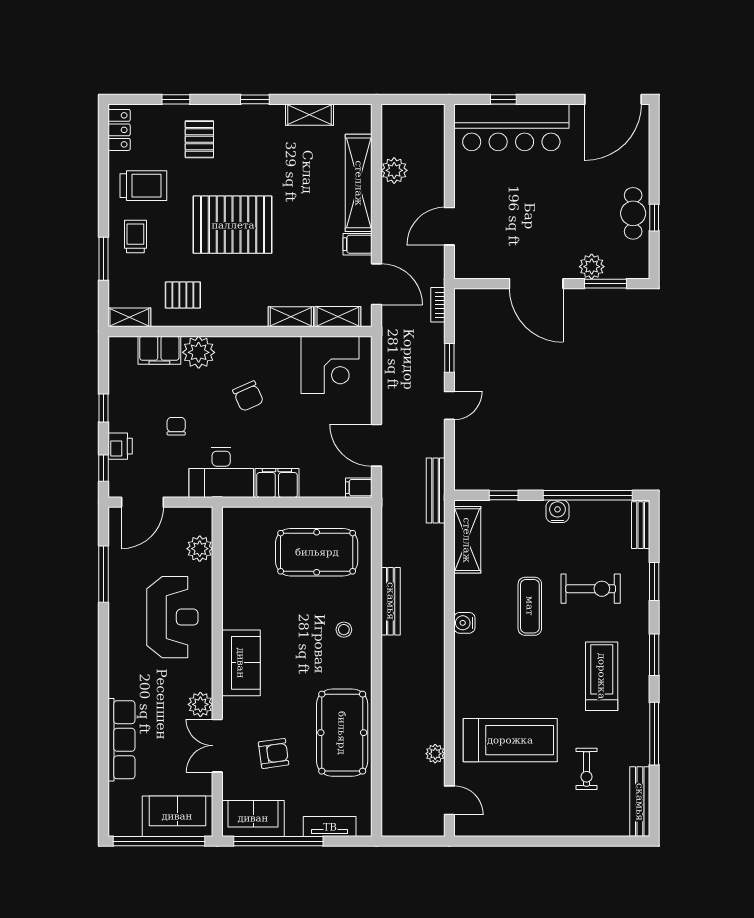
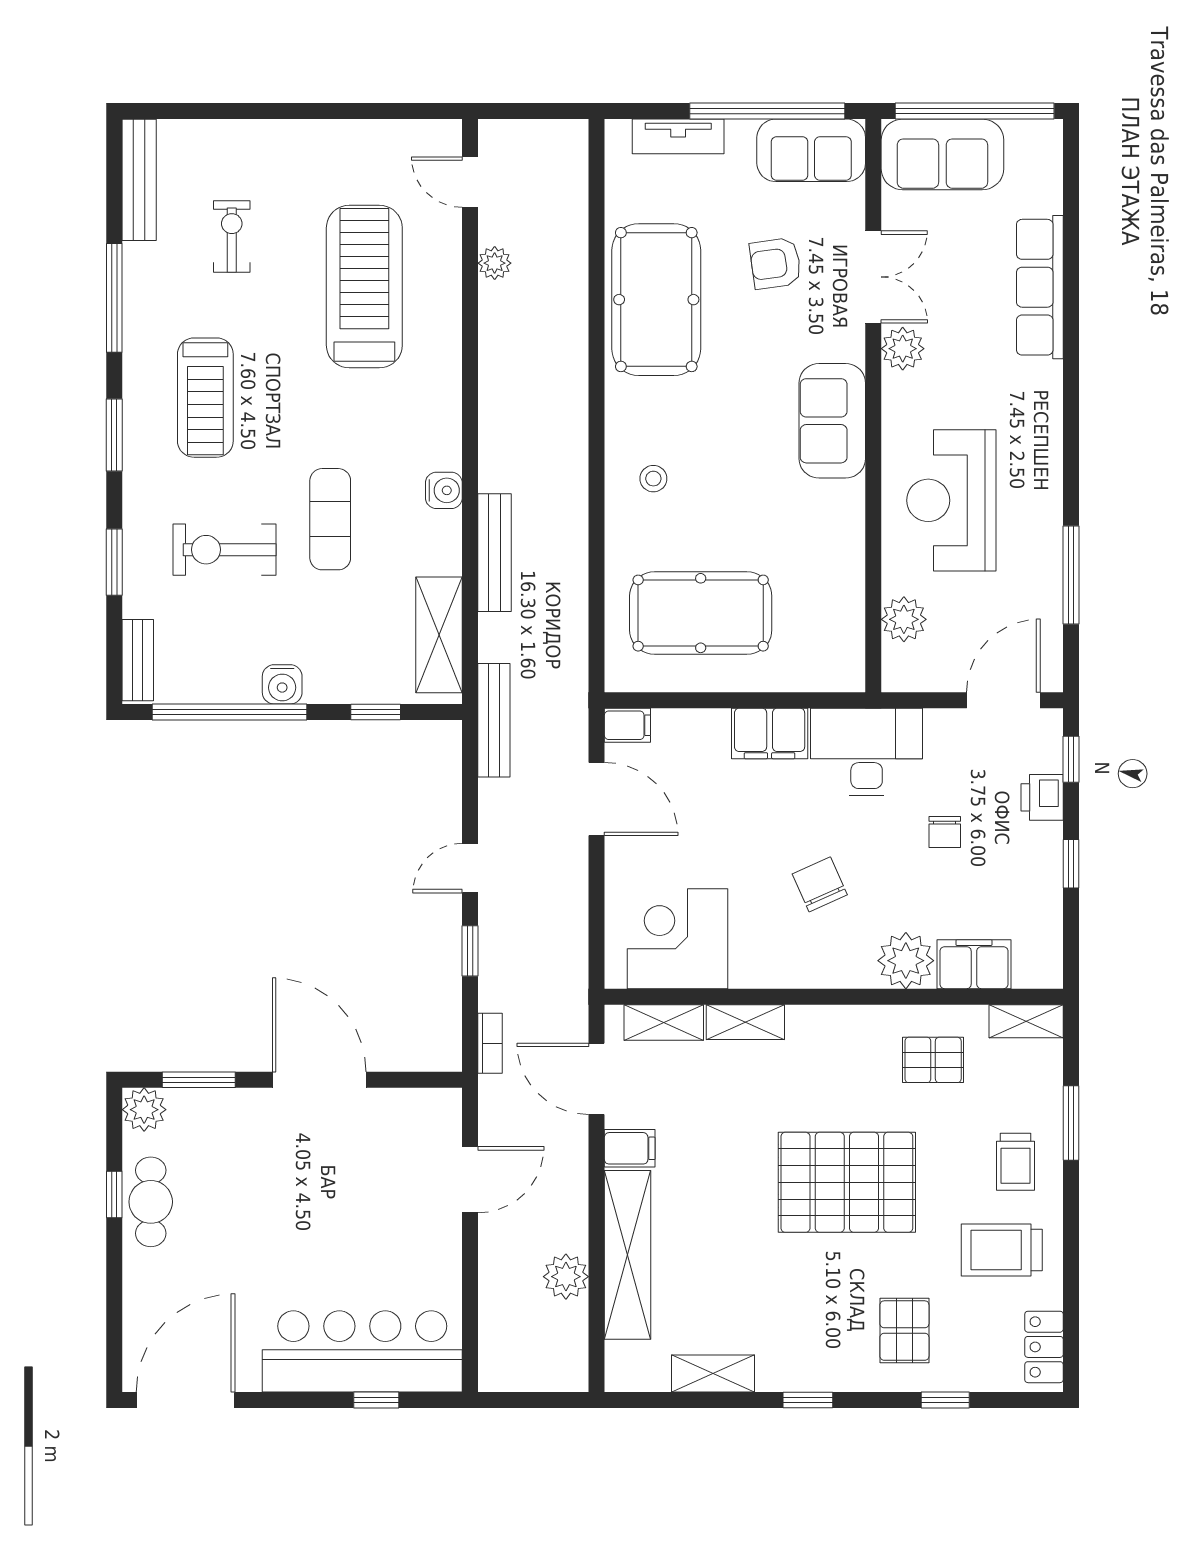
plant: (592, 267) -> (144, 1110), moved
bench: (391, 601) -> (494, 553), moved
treadmill: (510, 740) -> (364, 287), turned 90

